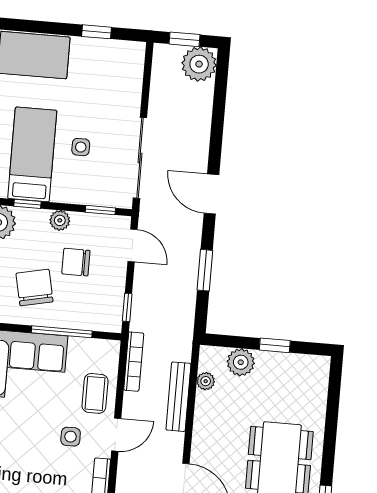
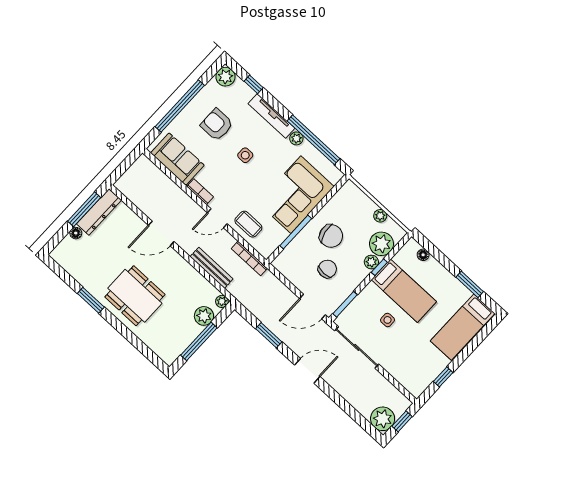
window: (100, 210) -> (345, 304), width x1.50
plant: (60, 220) -> (371, 262), moved
door: (132, 245) -> (313, 307), width x1.38
window: (127, 307) -> (281, 278), removed
window: (275, 345) -> (199, 341), width x2.17
plant: (206, 381) -> (222, 301), moved
door: (116, 435) -> (217, 218), hinge flipped
side table: (71, 437) -> (245, 155), moved

